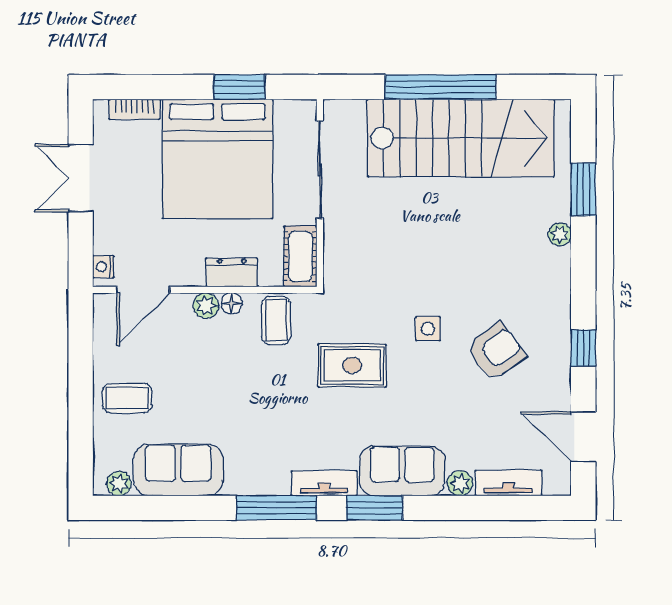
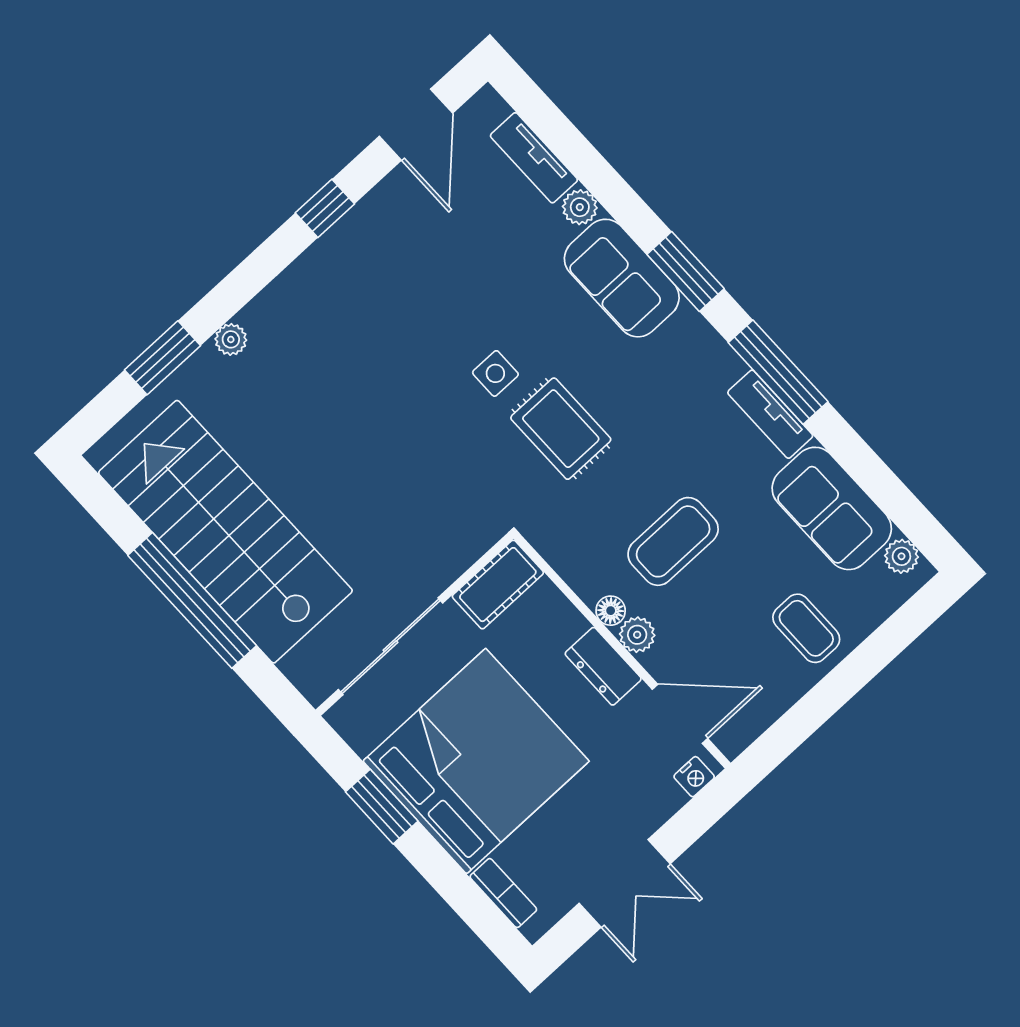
dresser: (232, 272) -> (603, 666), moved
coffee table: (276, 320) -> (673, 541), moved, width x1.36, depth x1.30
side table: (428, 329) -> (495, 373), moved
armchair: (496, 352) -> (411, 294), removed
tv unit: (324, 483) -> (770, 414), moved

